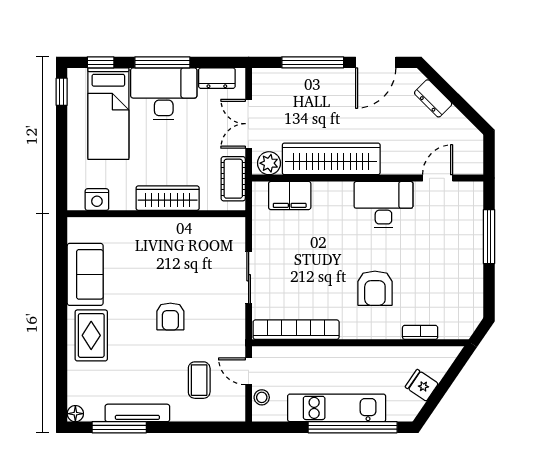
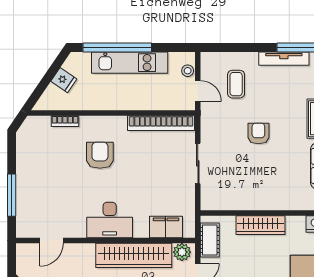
desk: (383, 205) -> (110, 220), moved

